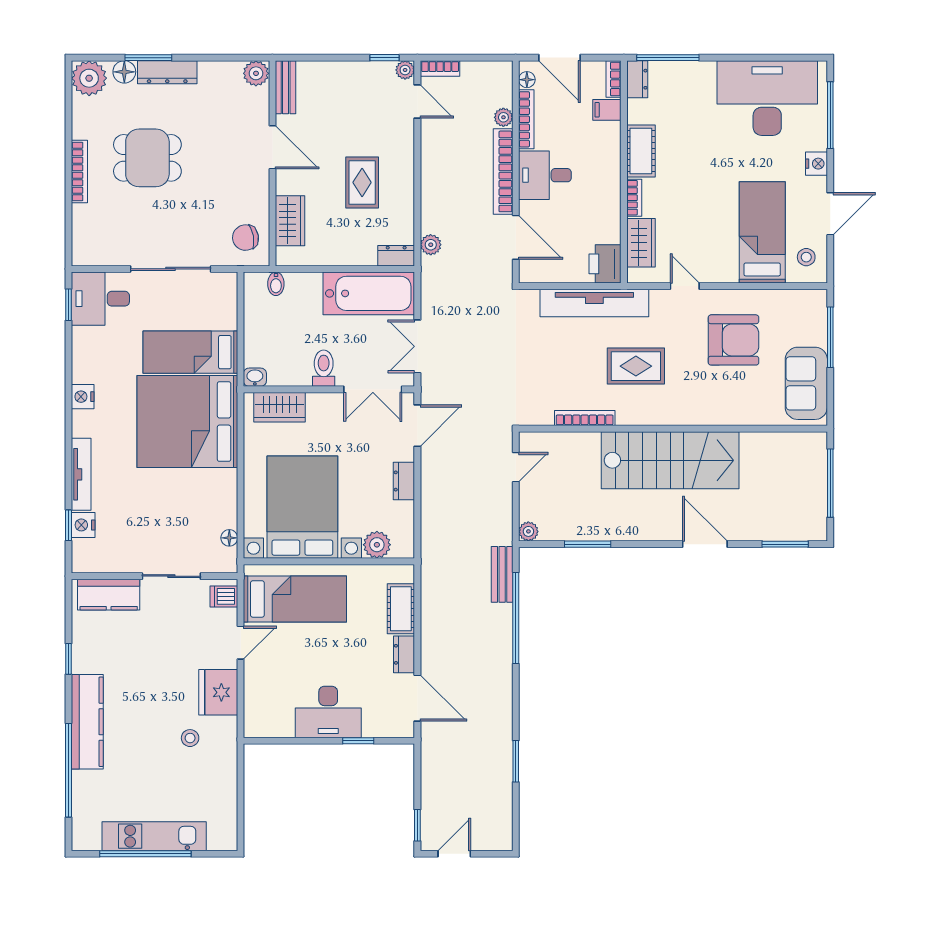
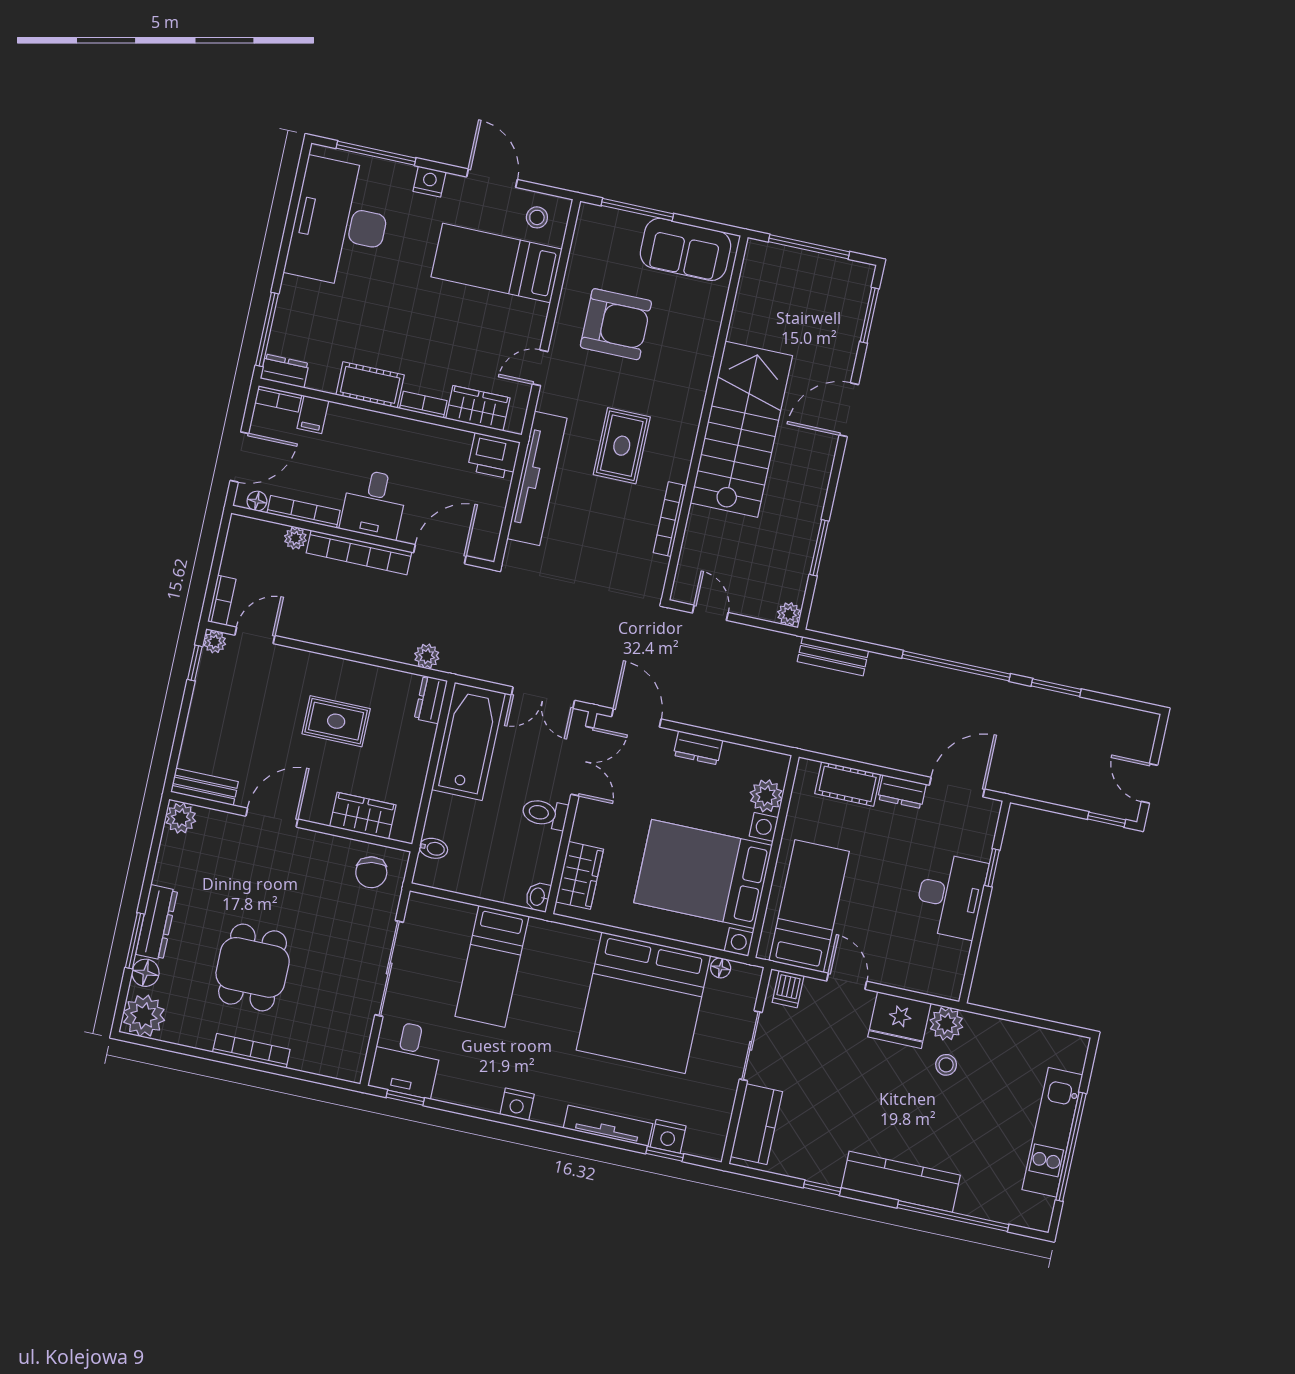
armchair: (733, 340) -> (616, 324), turned 90
bed: (187, 422) -> (643, 1003), moved
window: (516, 618) -> (956, 666), moved
plant: (224, 731) -> (946, 1024), added

